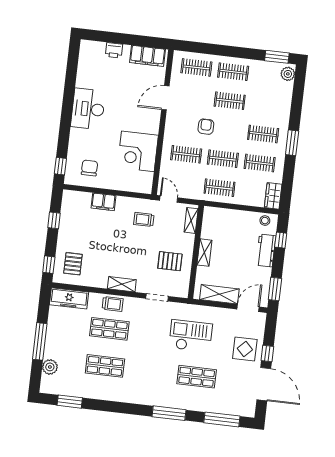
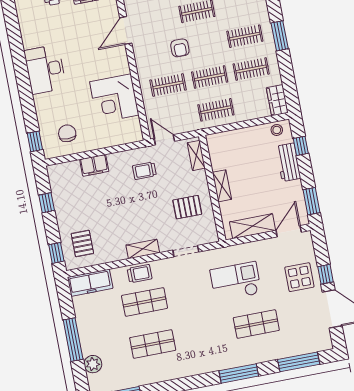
armchair: (206, 127) -> (180, 48), turned 180

